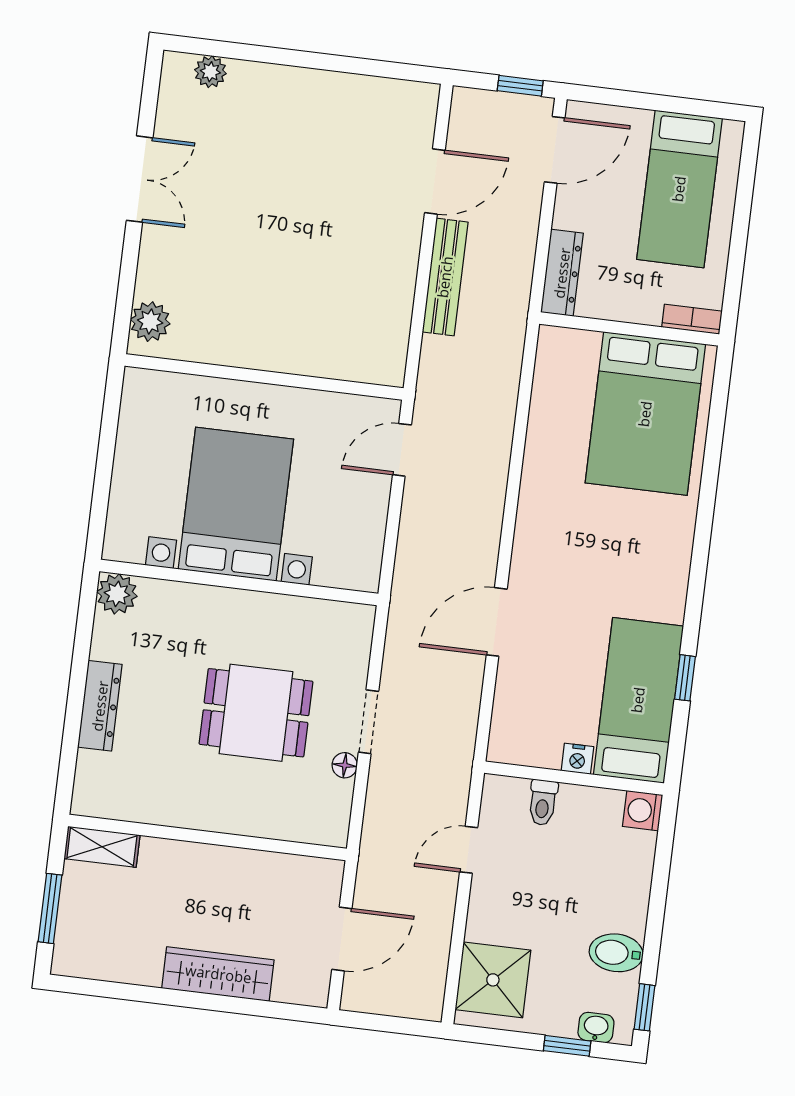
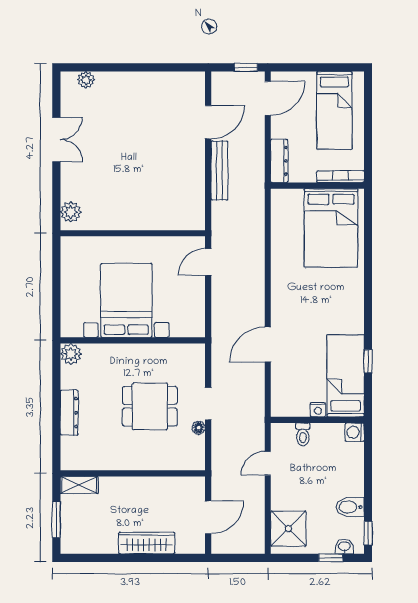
bookcase: (692, 319) -> (340, 177), width x1.56

